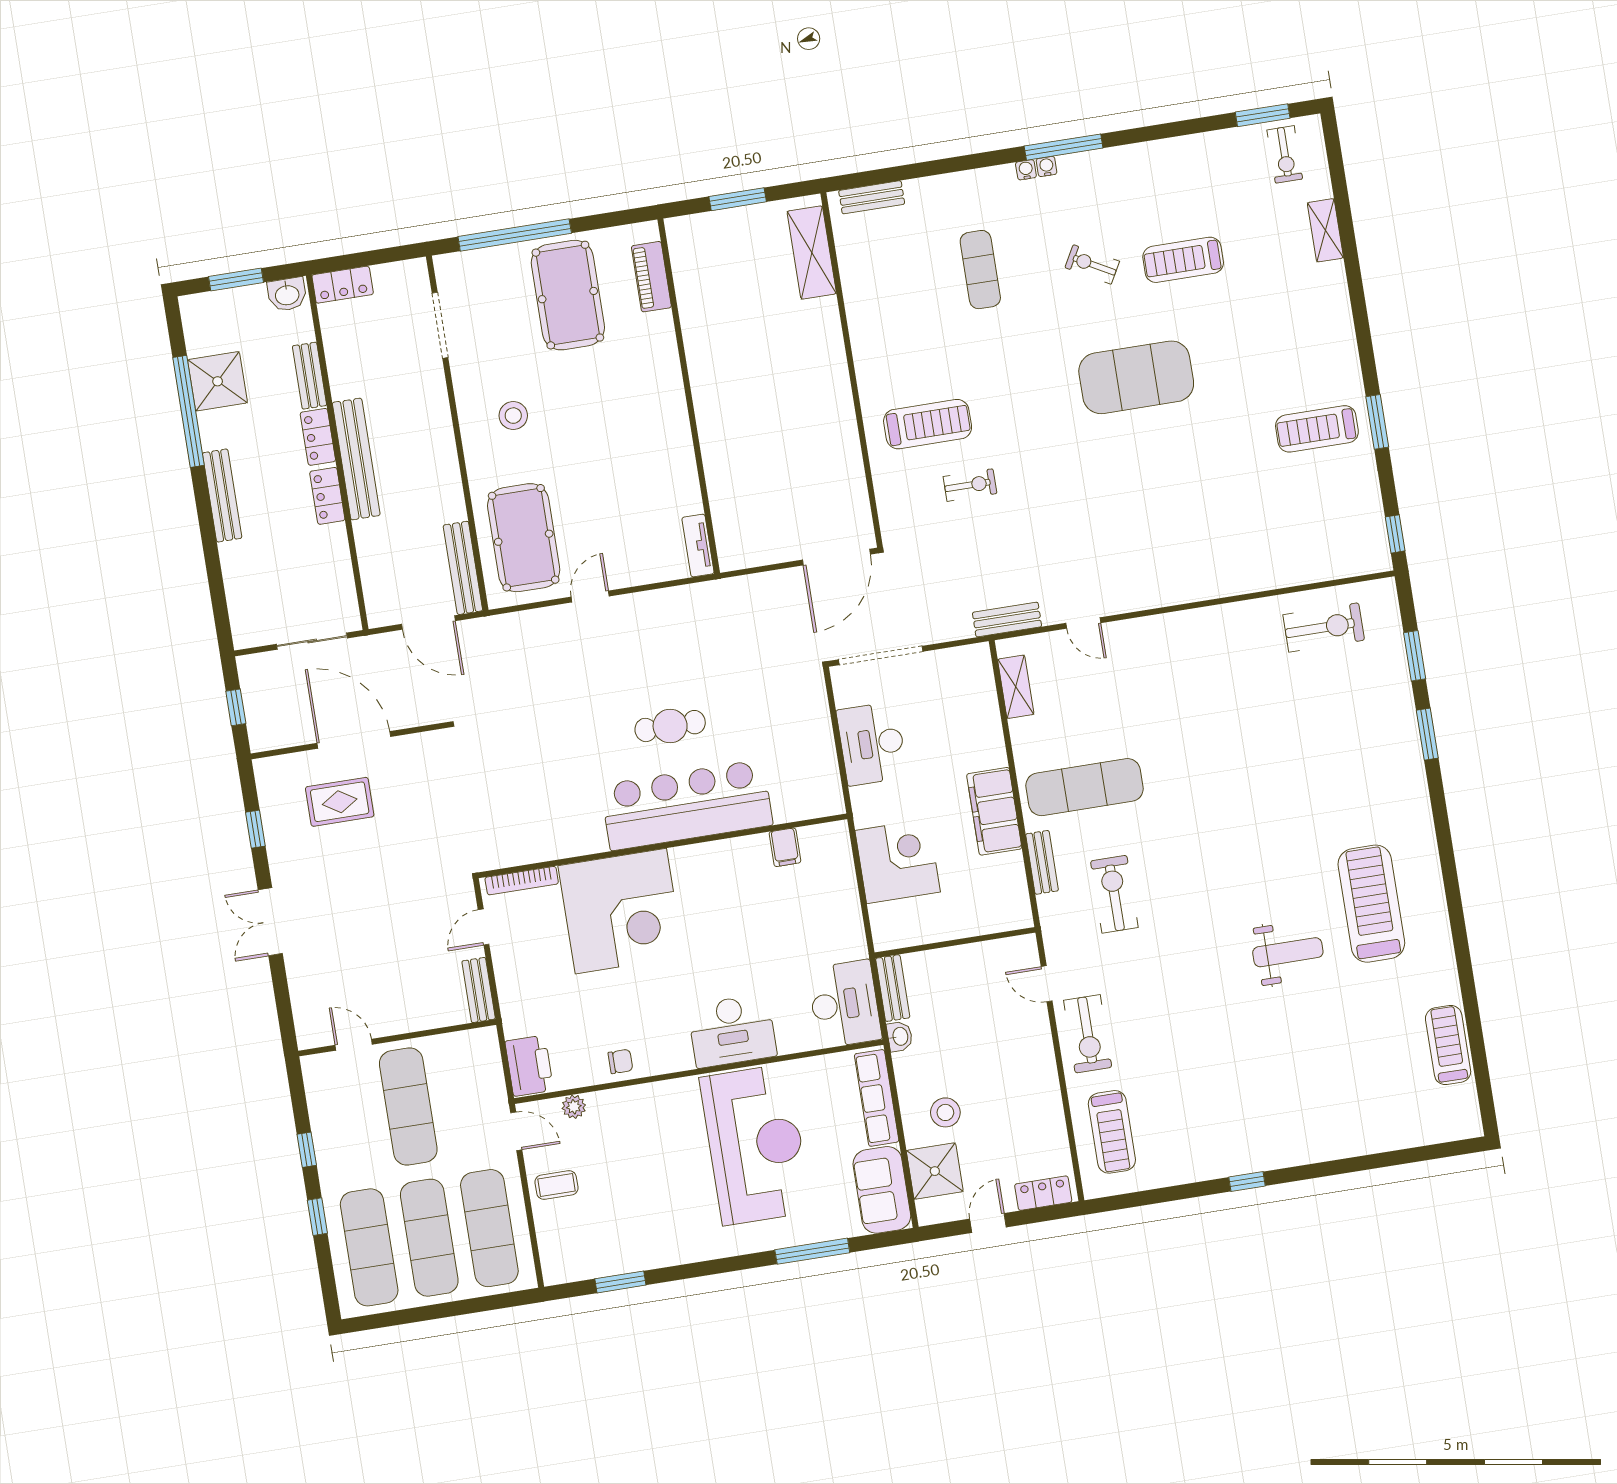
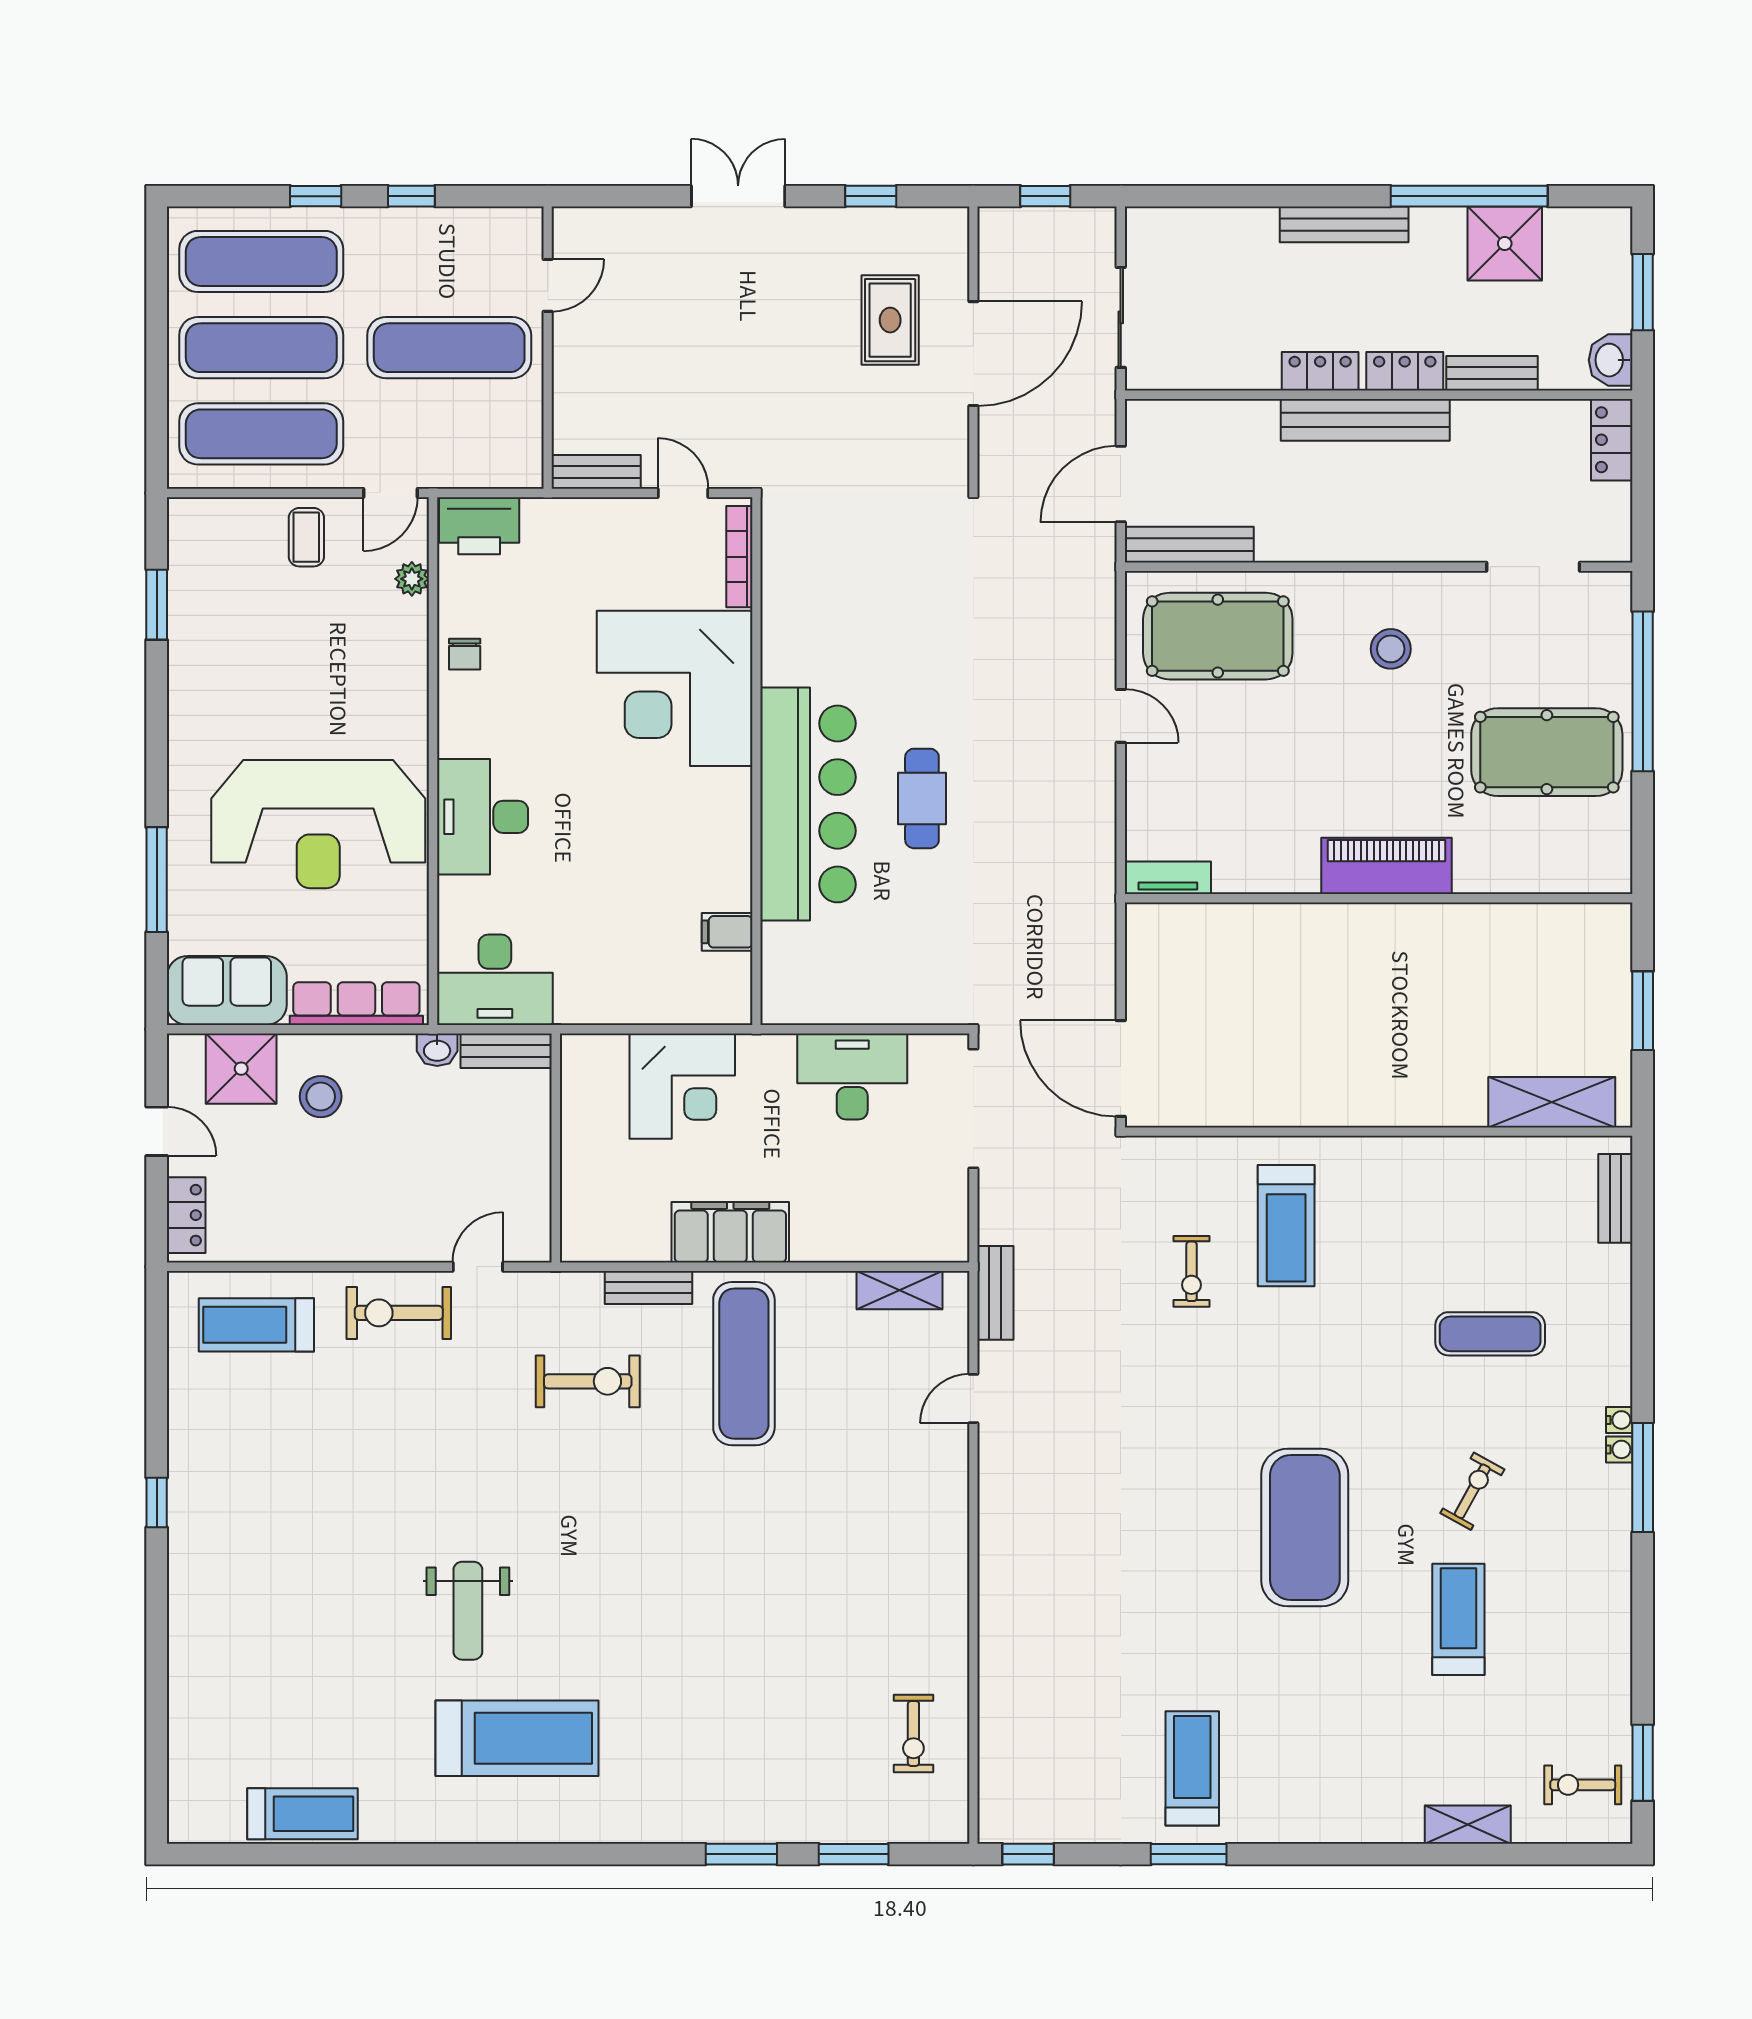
piano: (651, 277) -> (1387, 866), moved, width x1.37, depth x1.33
exercise bike: (1324, 627) -> (913, 1733), width x0.73, depth x0.72

